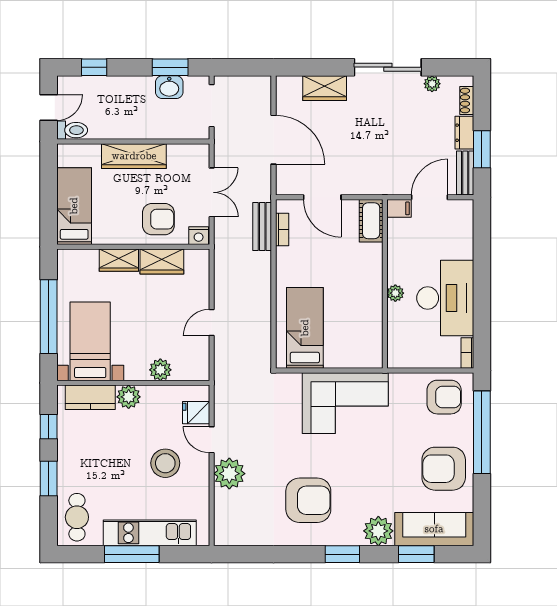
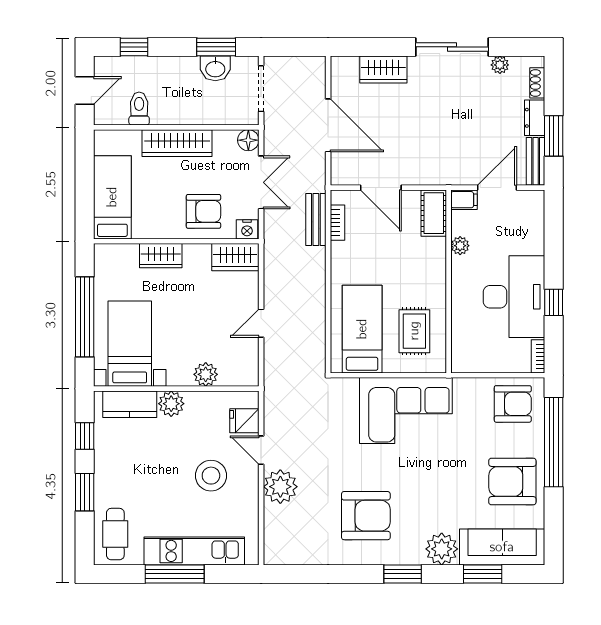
toilet: (72, 130) -> (139, 109), moved, turned -90
floor lamp: (200, 153) -> (248, 140), added
wardrobe: (162, 261) -> (235, 257), moved
plant: (395, 293) -> (460, 246), moved
window: (482, 303) -> (554, 302), added
rug: (353, 330) -> (414, 331), added

